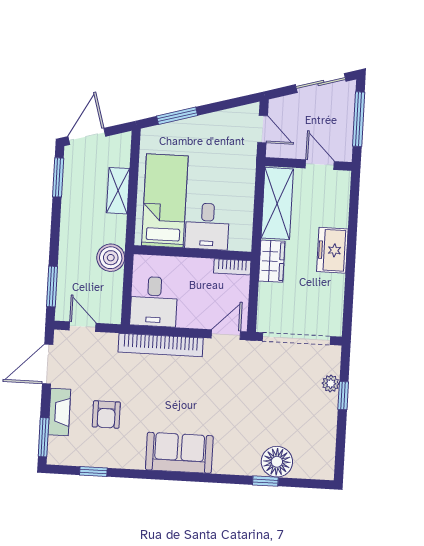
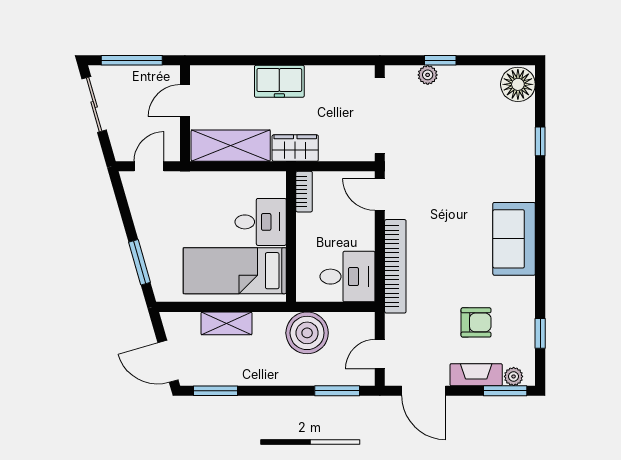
boiler: (111, 258) -> (307, 333), width x1.37, depth x1.37
plant: (56, 445) -> (514, 376), added
floor lamp: (277, 462) -> (518, 84), moved

